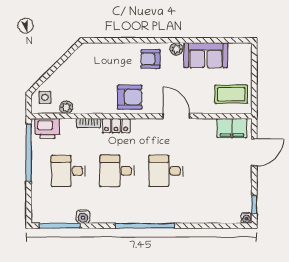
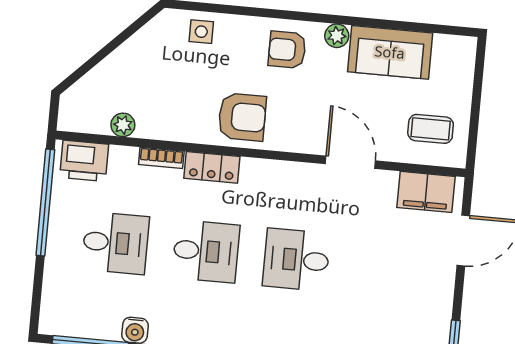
coffee table: (231, 94) -> (431, 129), width x0.73, depth x0.77
side table: (45, 97) -> (201, 32), moved
door: (176, 116) -> (350, 162), moved
desk: (68, 171) -> (115, 243), turned 180
desk: (117, 171) -> (206, 251), turned 180

